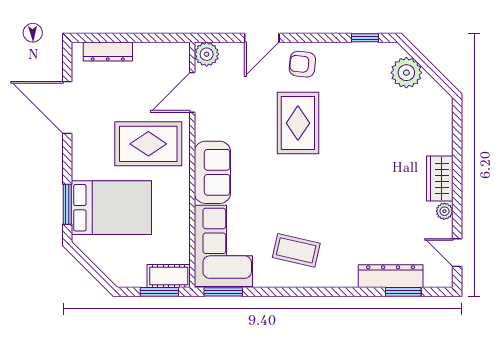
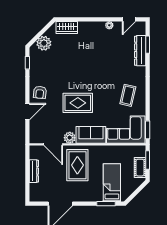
door: (262, 38) -> (27, 112), hinge flipped
dresser: (108, 52) -> (34, 171), moved
plant: (207, 54) -> (70, 138), moved
rug: (298, 123) -> (78, 103), moved
wardrobe: (440, 178) -> (67, 27), moved
bed: (111, 208) -> (112, 183), width x0.67
cot: (169, 276) -> (140, 168), moved

